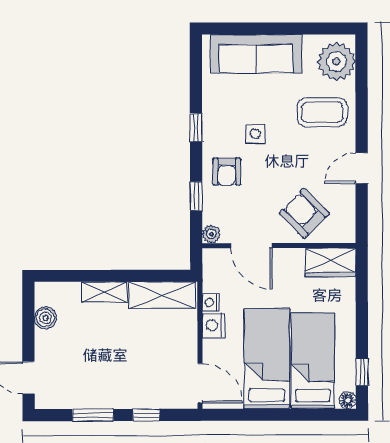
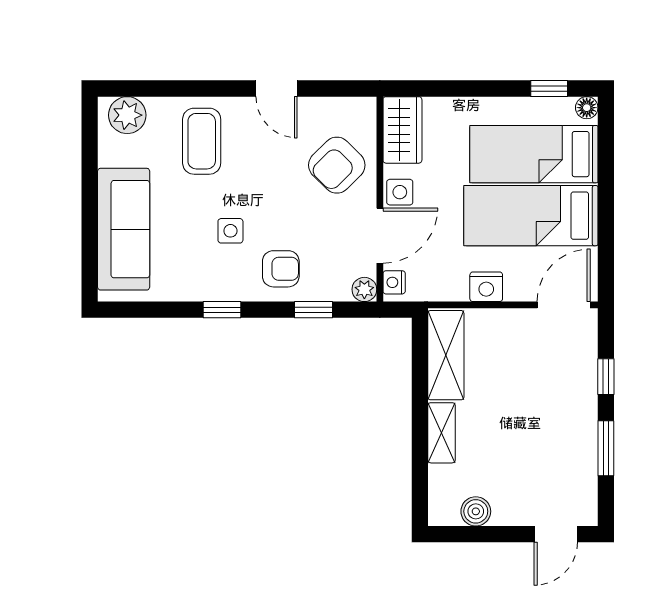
plant: (336, 62) -> (127, 115), width x0.73, depth x0.73
side table: (284, 260) -> (400, 192), added
nightstand: (211, 302) -> (394, 282), moved, turned 90

